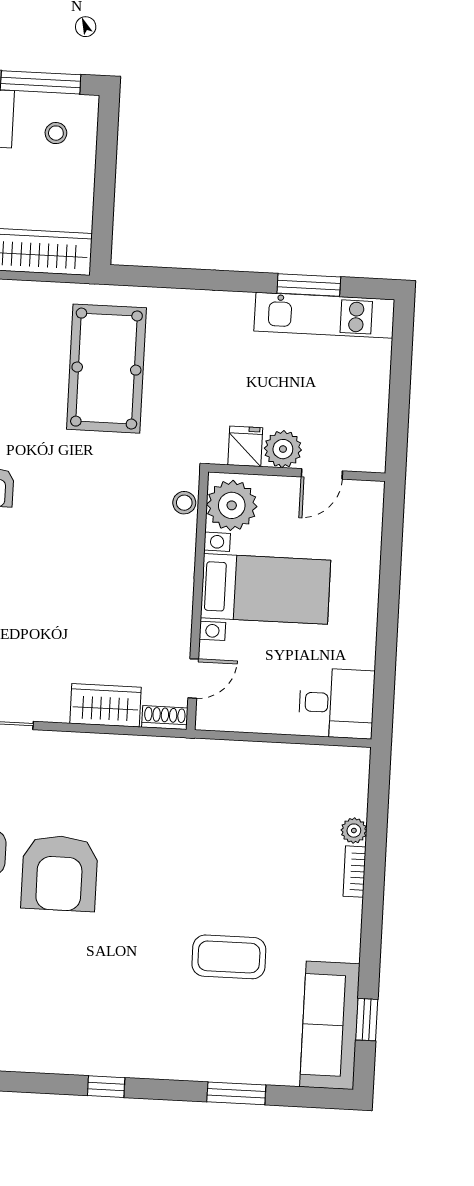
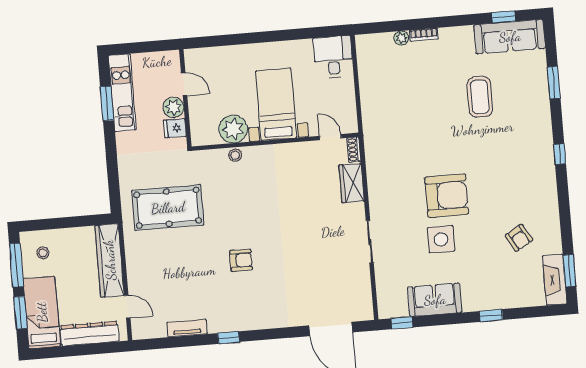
fridge: (245, 446) -> (175, 128), moved
plant: (283, 449) -> (173, 107), moved
wall: (297, 473) -> (185, 98), moved
door: (322, 474) -> (184, 84), moved

